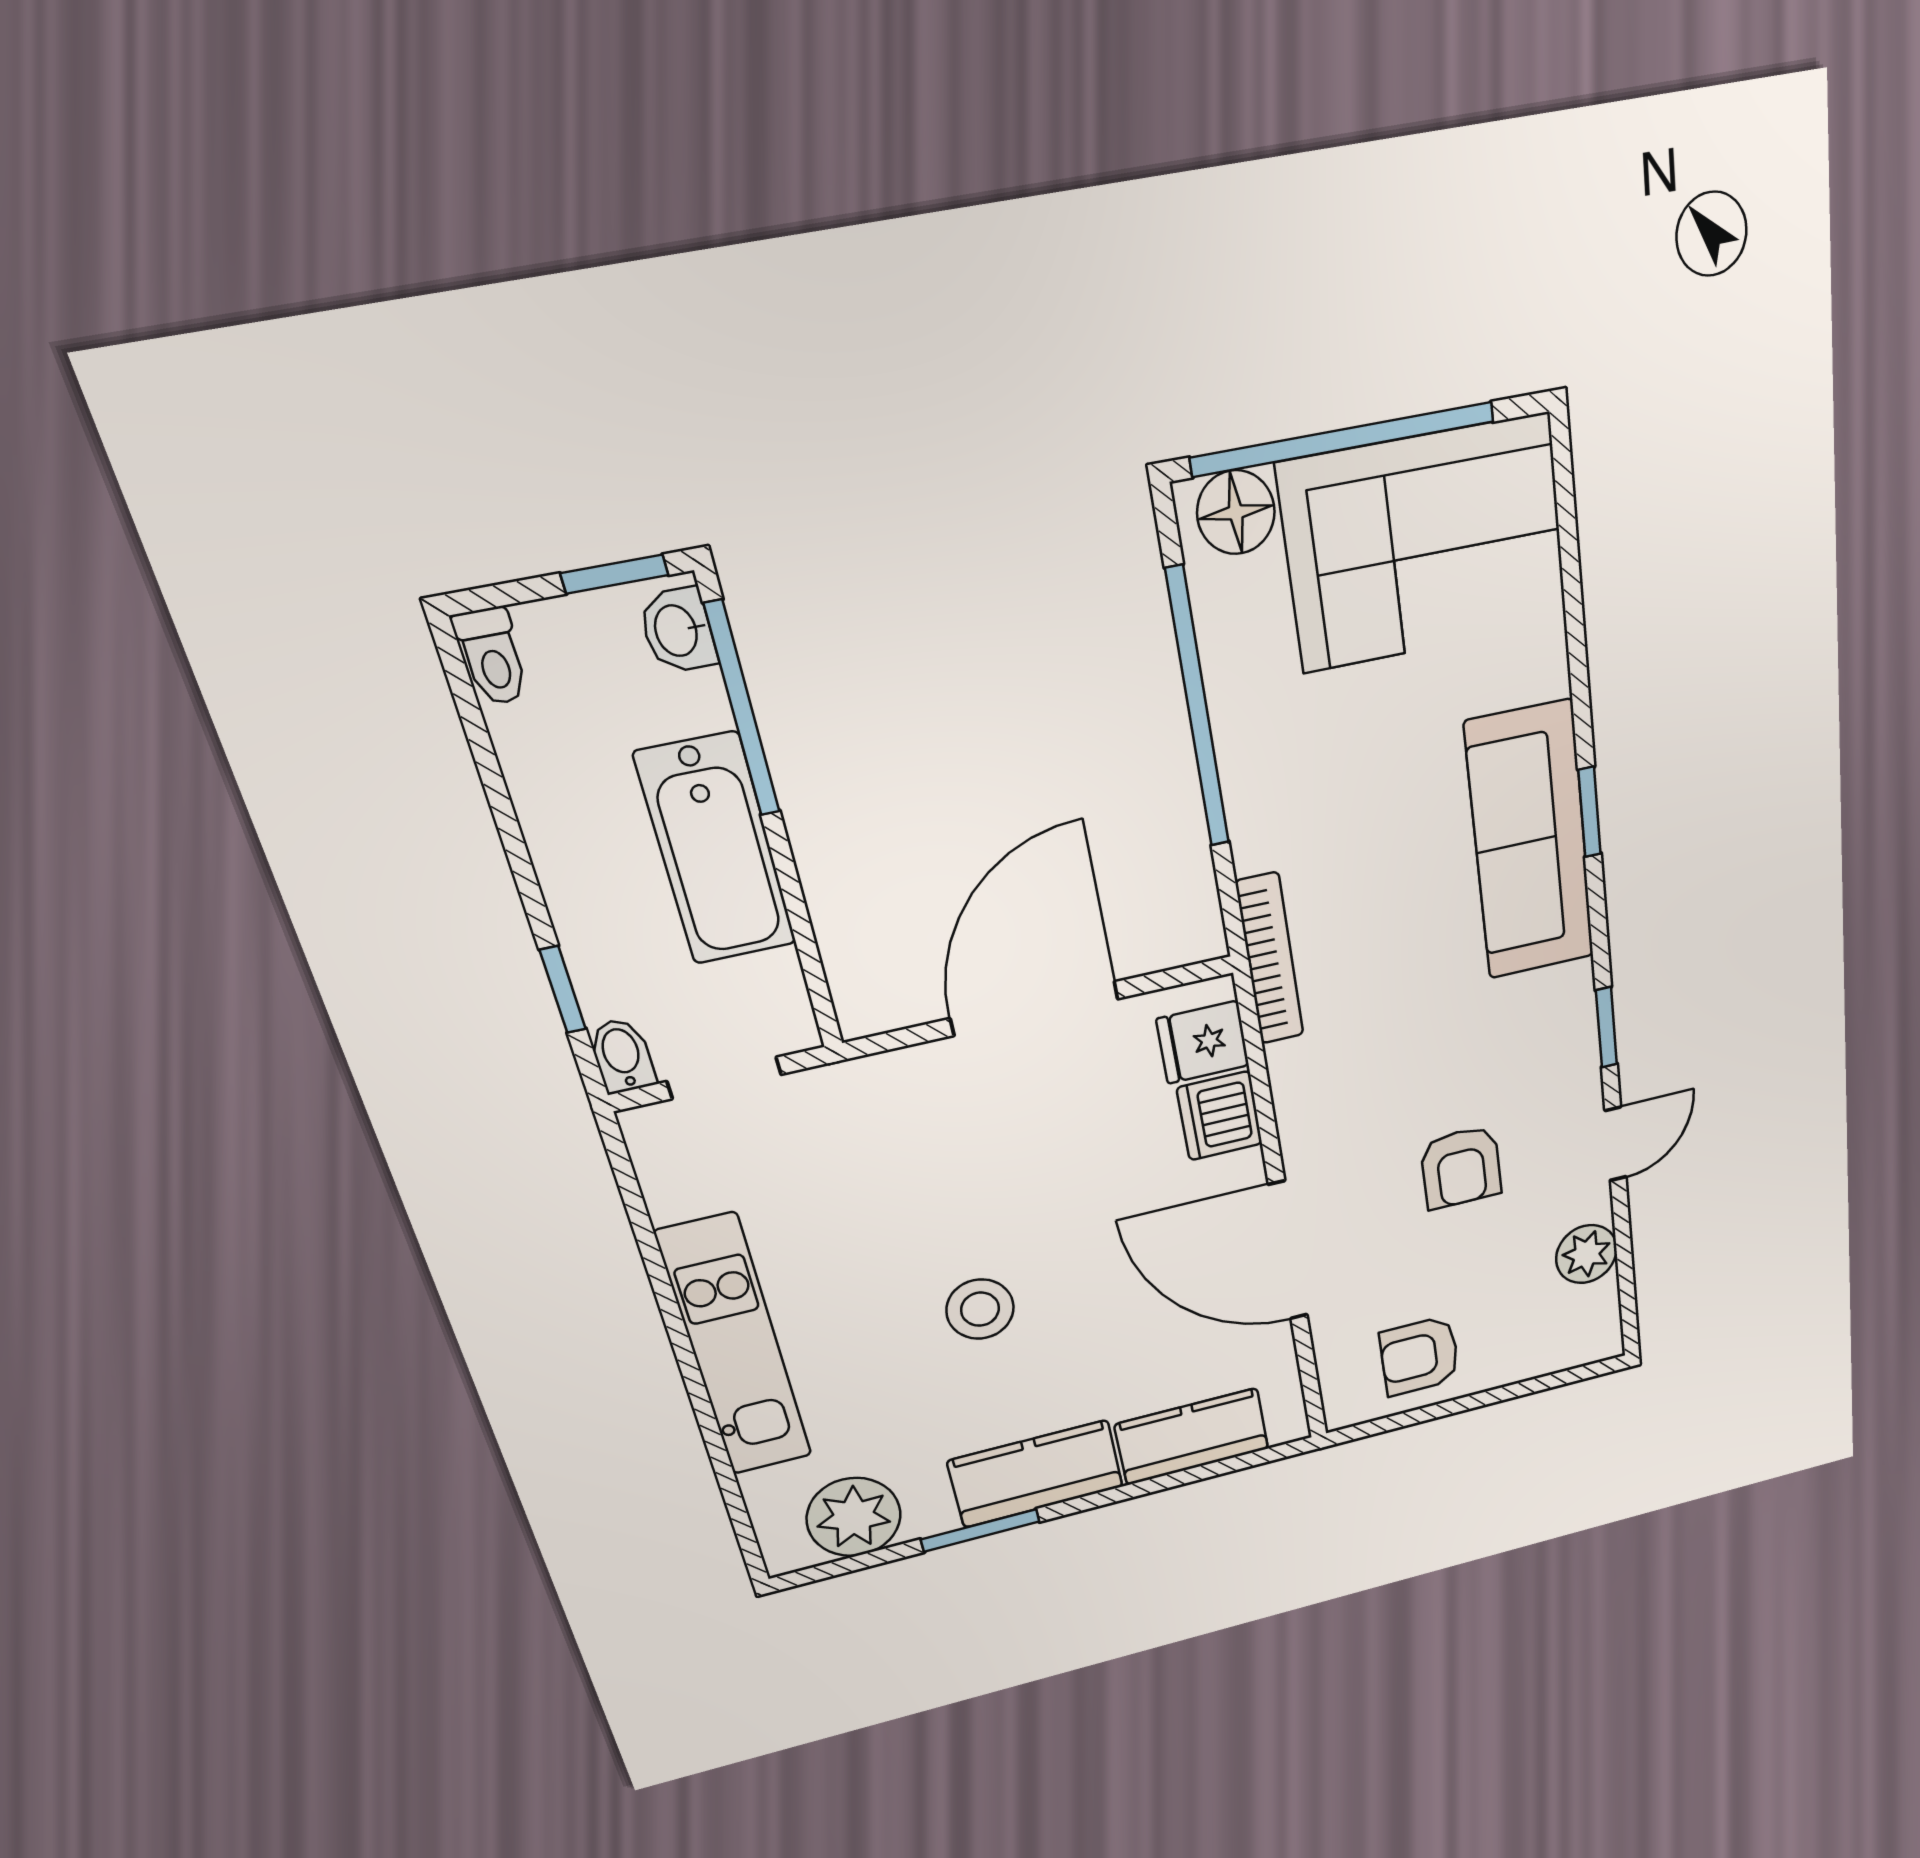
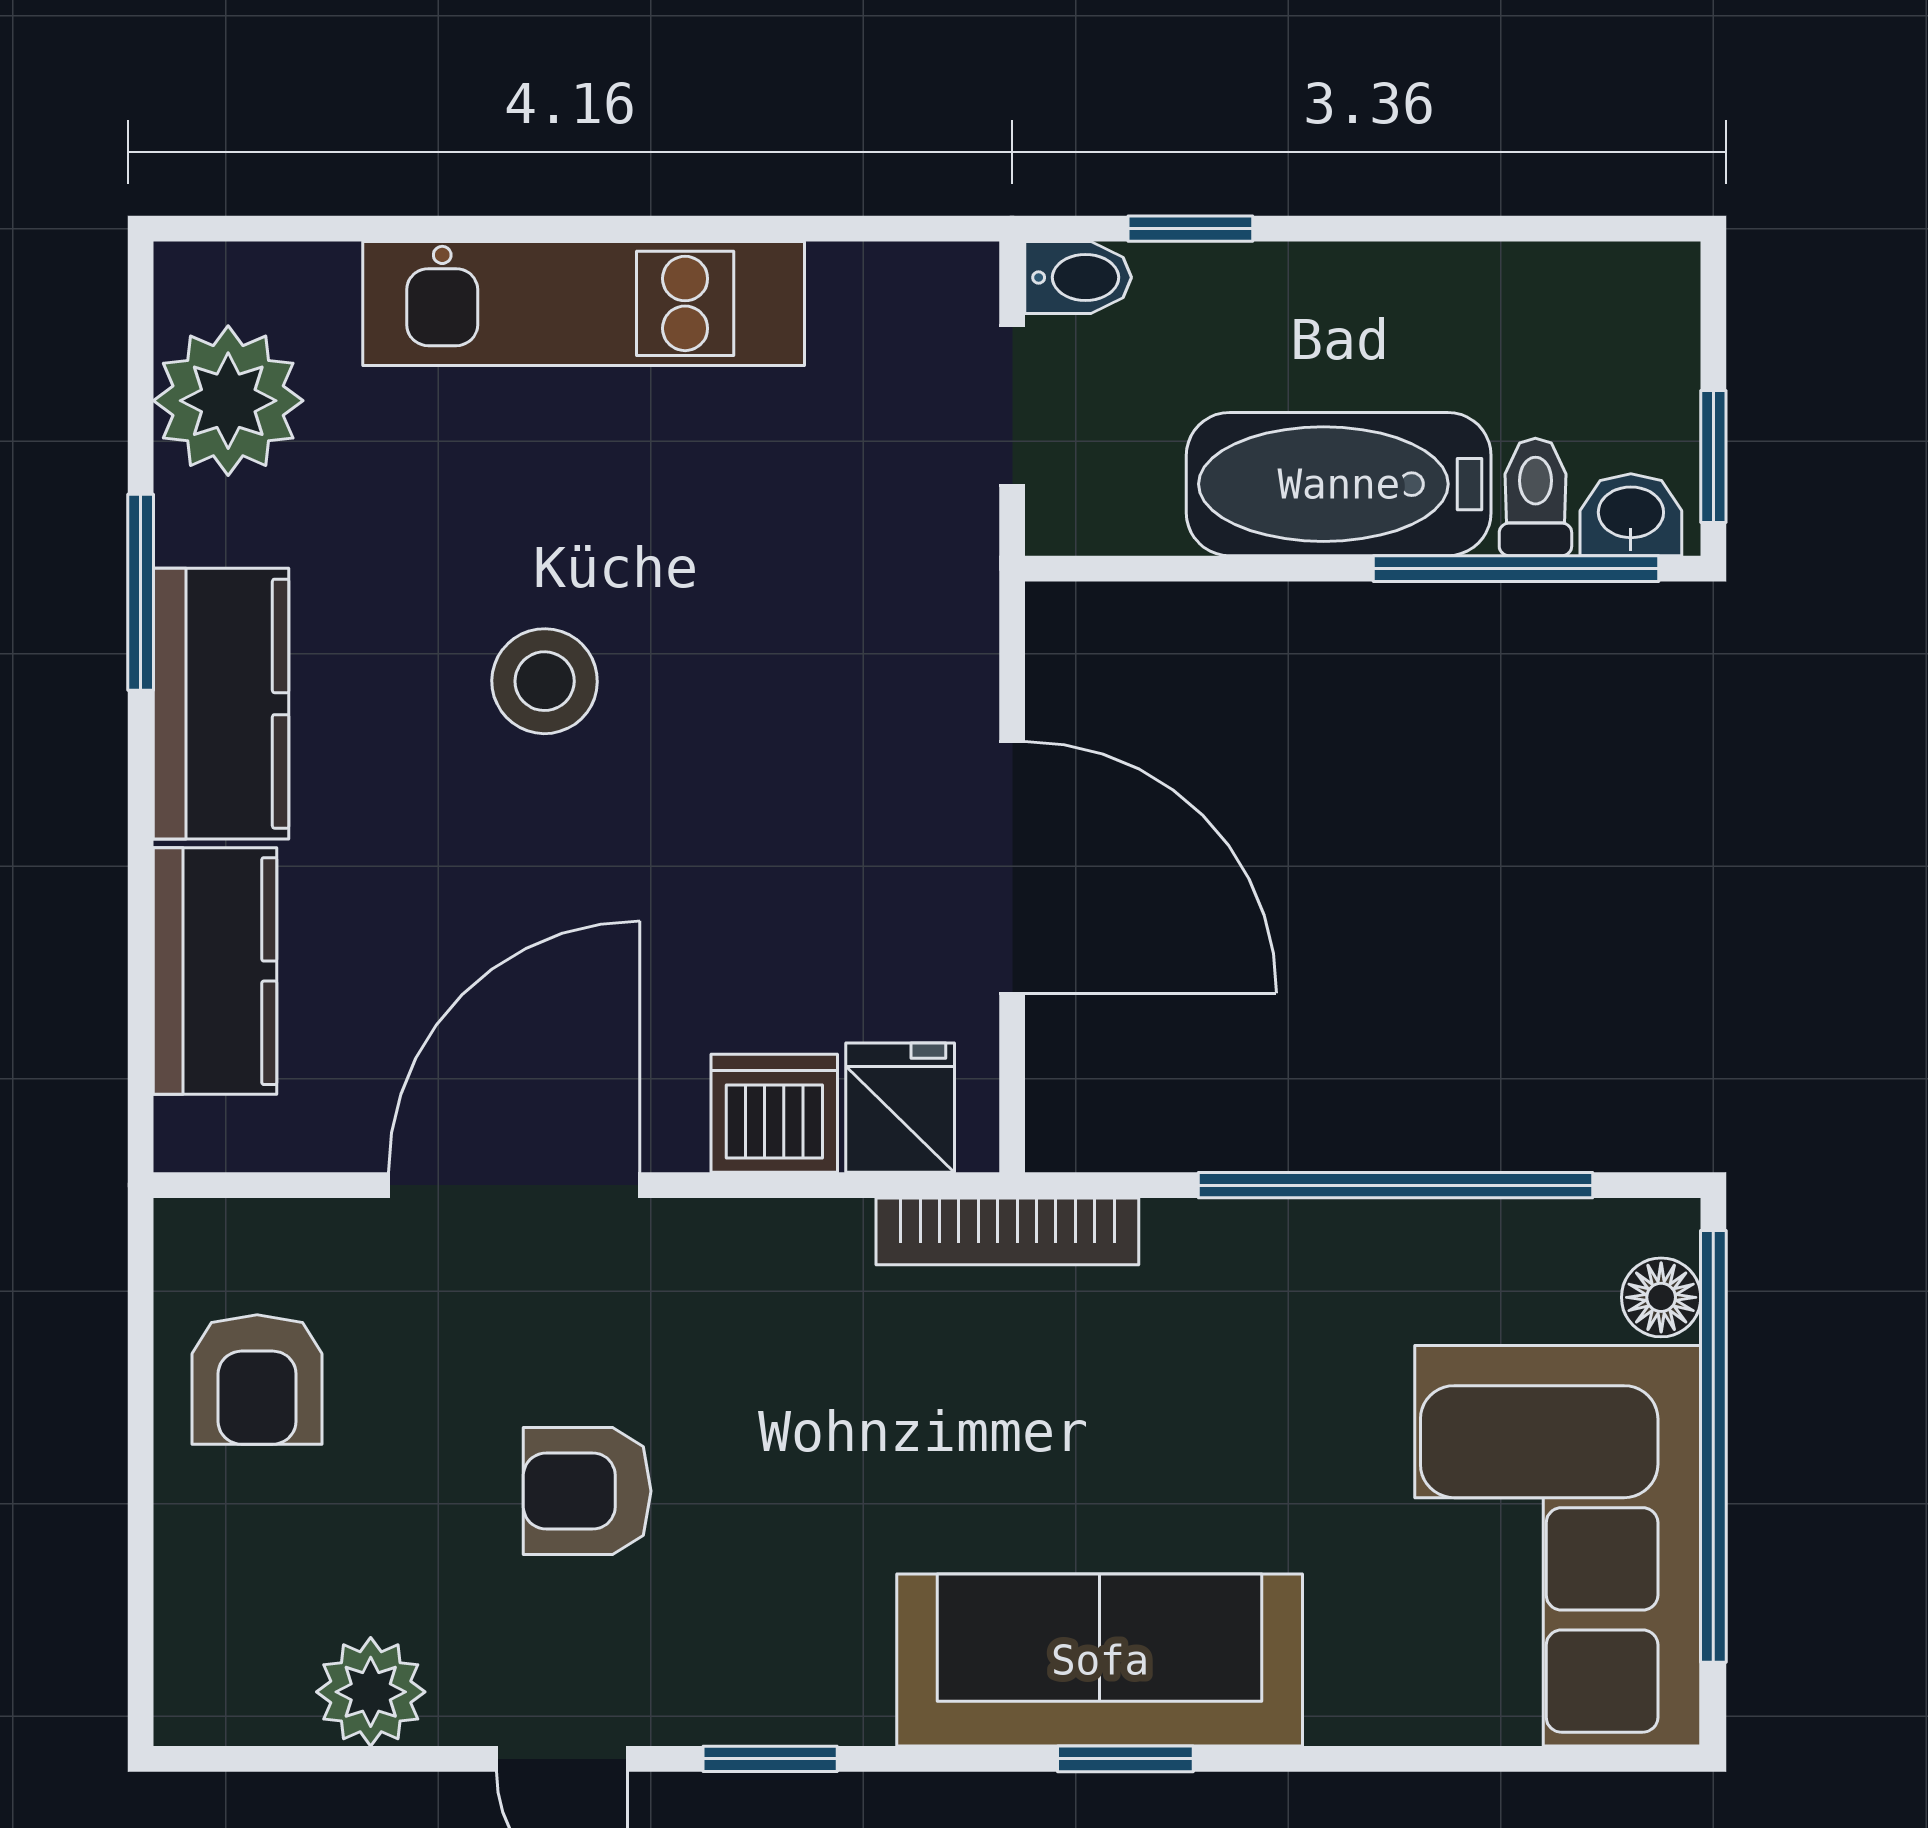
floor lamp: (1236, 512) -> (1661, 1297), width x0.73, depth x0.73
toilet: (492, 657) -> (1535, 497), moved, turned 90
armchair: (1420, 1356) -> (257, 1380), turned 180

